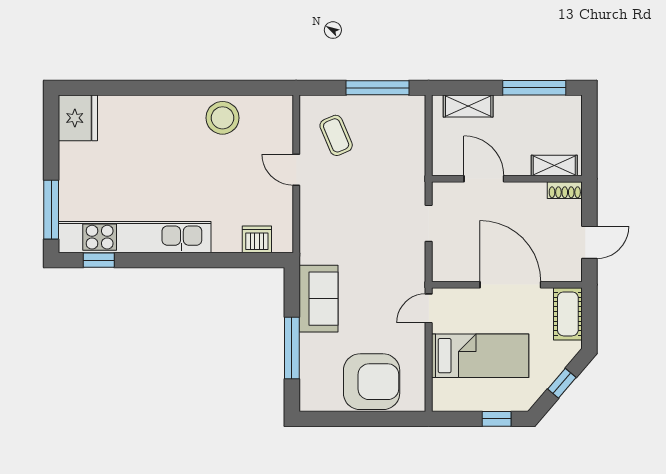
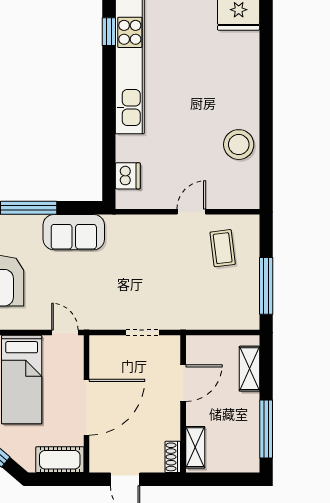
coffee table: (336, 135) -> (223, 248), turned -74

